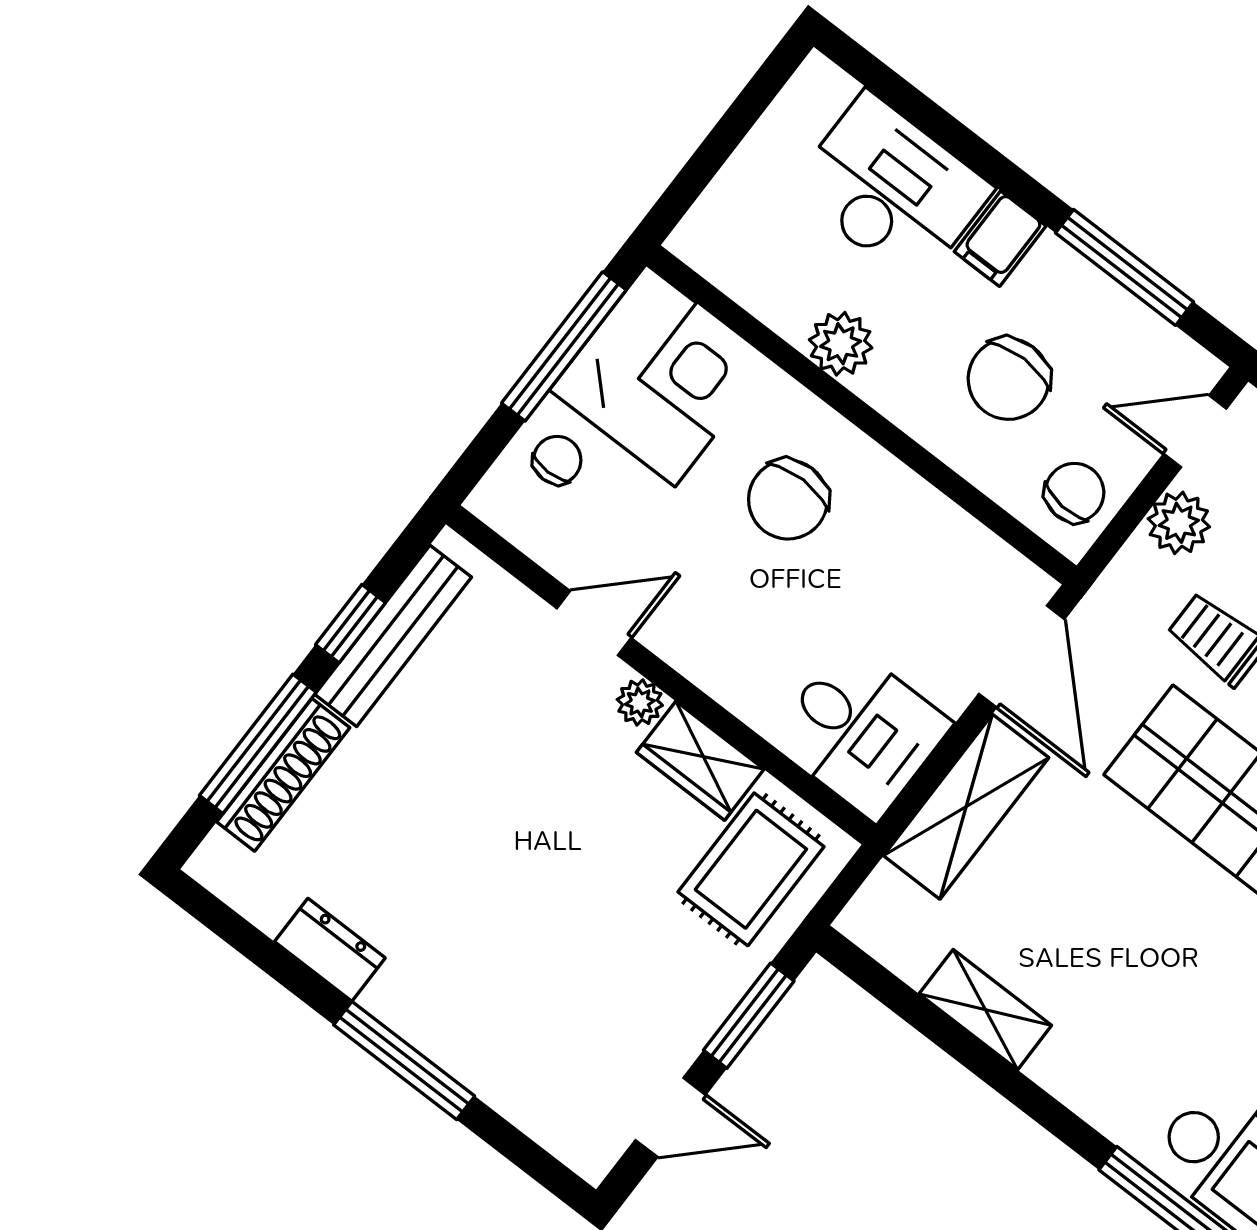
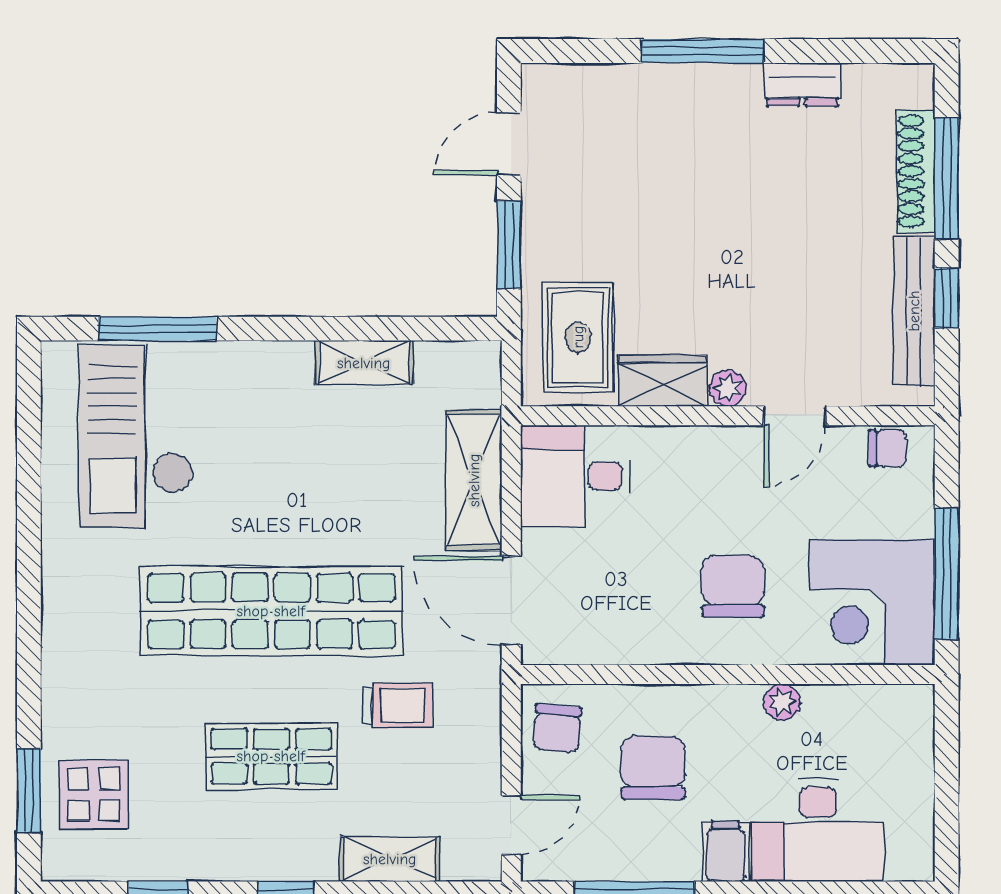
plant: (841, 344) -> (782, 702), width x0.73, depth x0.73
chair: (557, 460) -> (887, 448), moved, turned -90
plant: (1179, 523) -> (477, 760), removed

